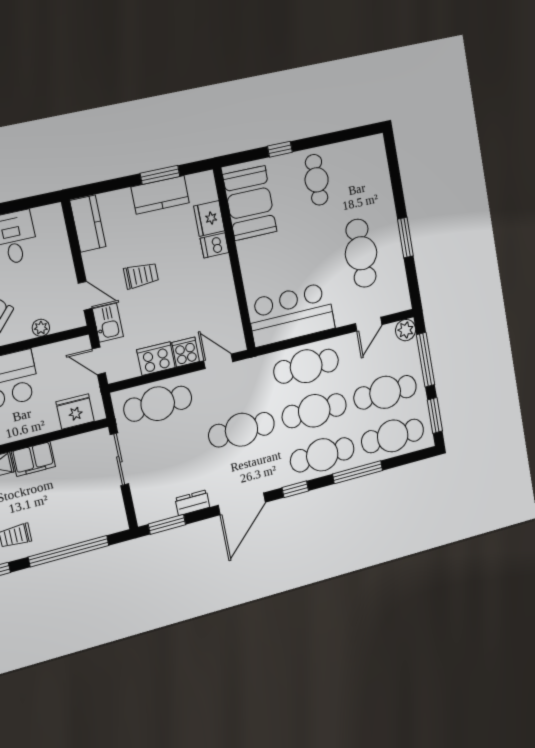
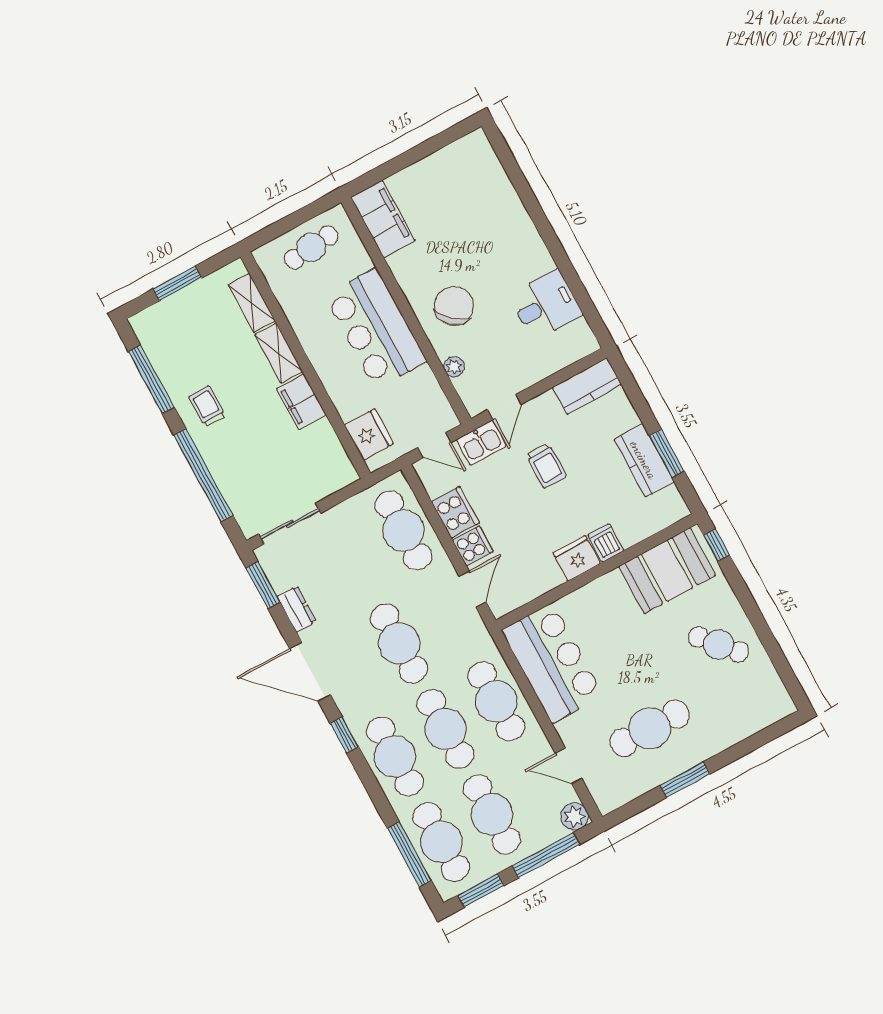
window: (280, 149) -> (716, 545), moved
cafe table: (317, 180) -> (719, 644), turned 49
fridge: (209, 218) -> (577, 558), moved
door: (99, 361) -> (434, 445), swing flipped
sliding door: (119, 459) -> (290, 524), moved
window: (358, 472) -> (409, 854), moved

